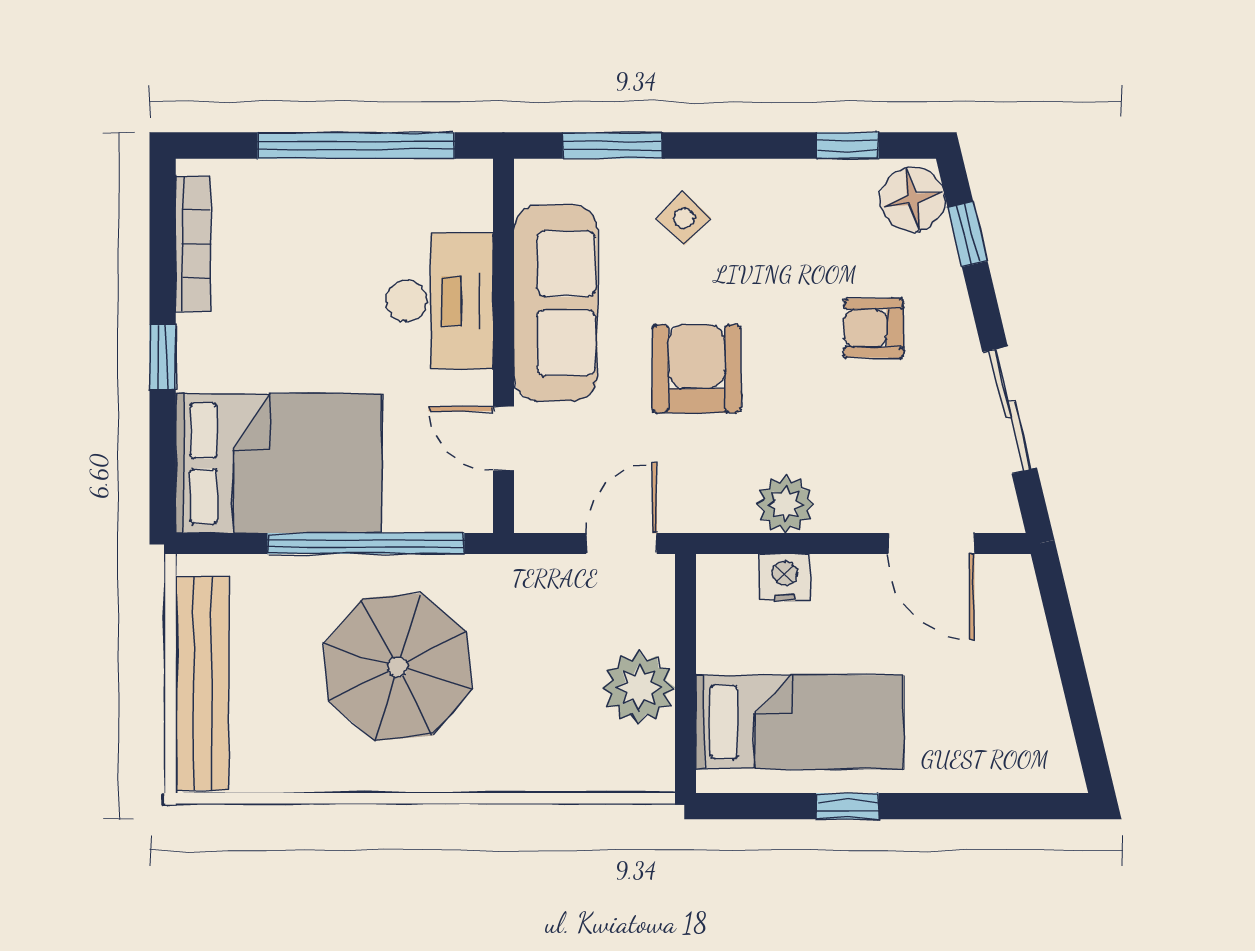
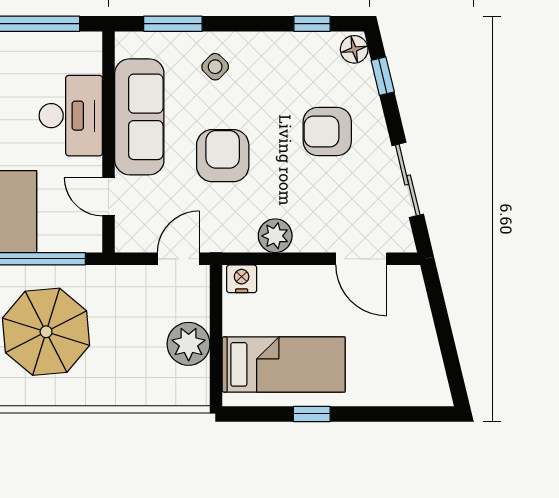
floor lamp: (913, 199) -> (354, 49), width x0.73, depth x0.73
armchair: (874, 328) -> (327, 132), width x1.38, depth x1.38
nightstand: (785, 577) -> (242, 279), moved

